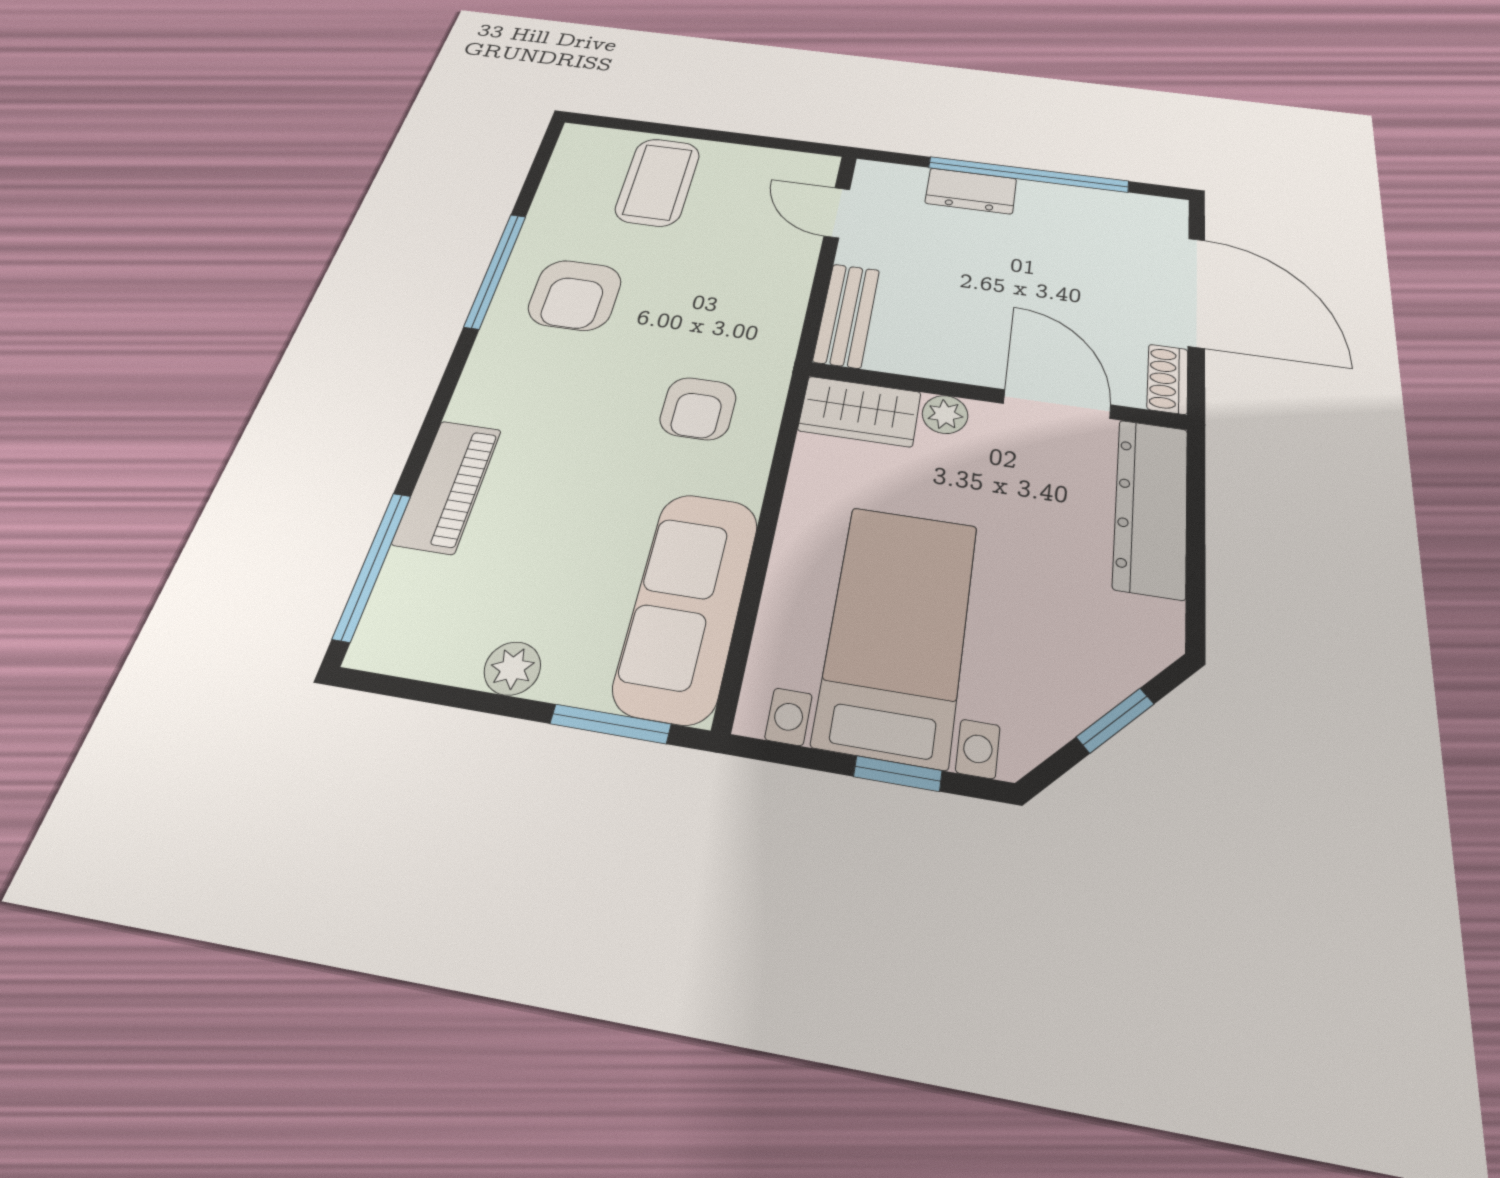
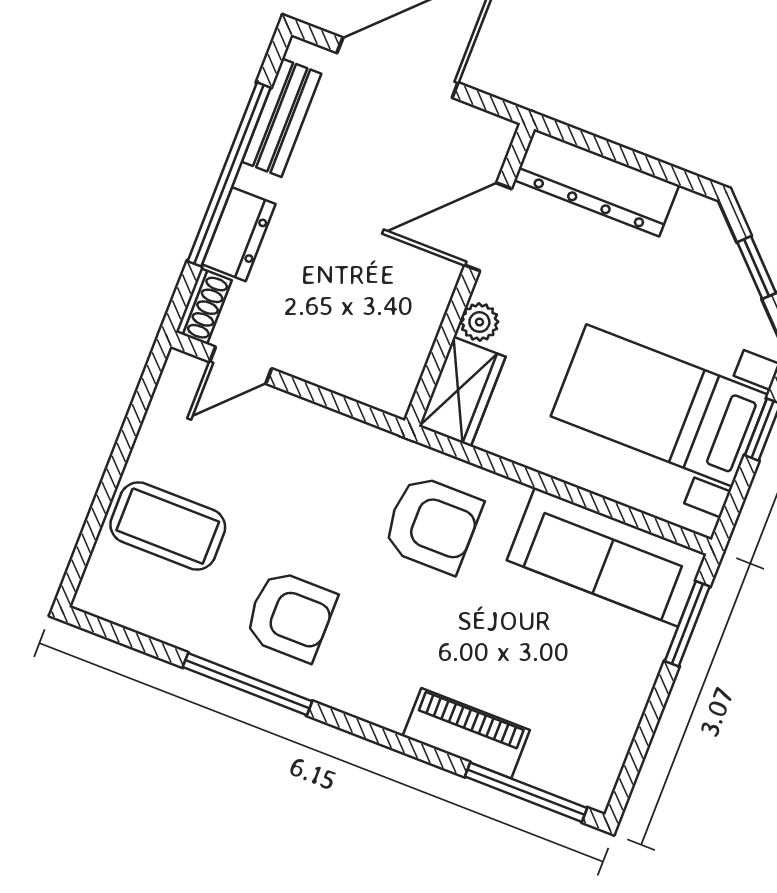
bench: (847, 315) -> (282, 118), moved, turned 90
shoe rack: (1168, 379) -> (204, 306), moved, turned -90
armchair: (698, 408) -> (432, 524), width x1.38, depth x1.38
plant: (512, 668) -> (632, 691), removed

